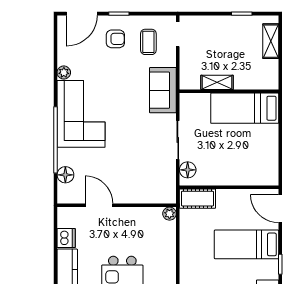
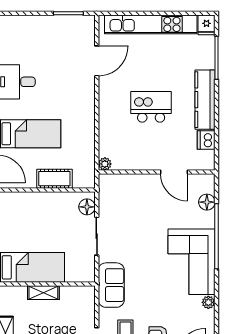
shelving: (217, 82) -> (43, 293), moved
cot: (197, 199) -> (54, 179), moved

